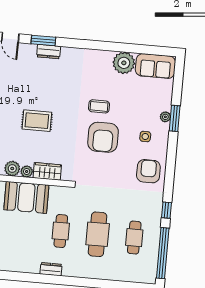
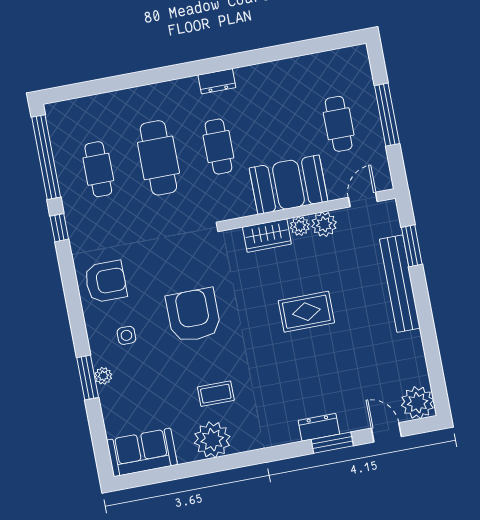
plant: (124, 63) -> (212, 440), moved
coffee table: (99, 106) -> (216, 394), moved
armchair: (148, 171) -> (106, 282), turned -90

